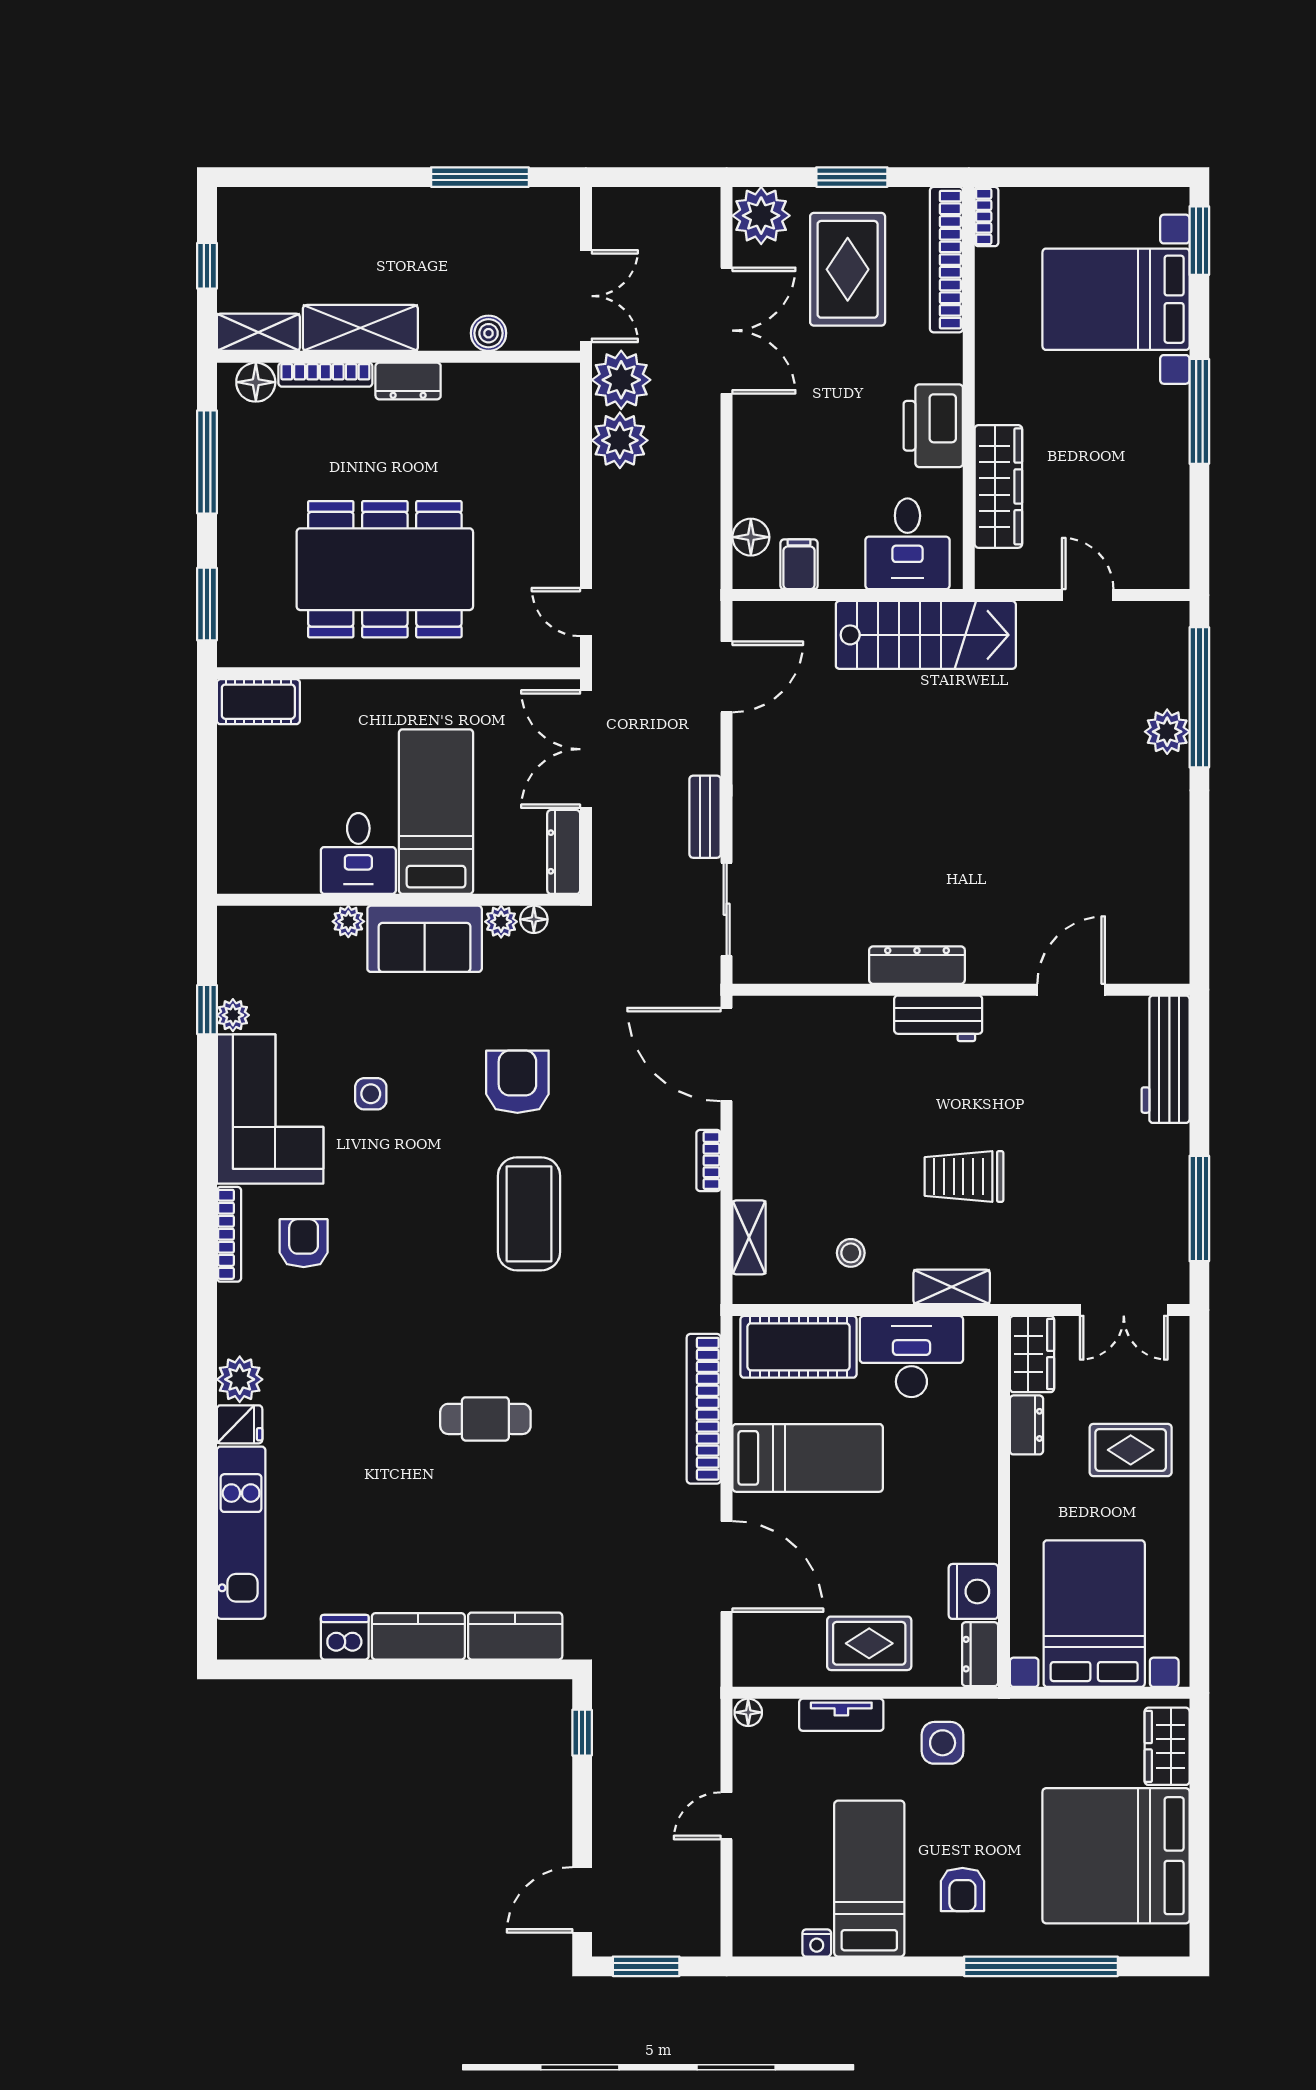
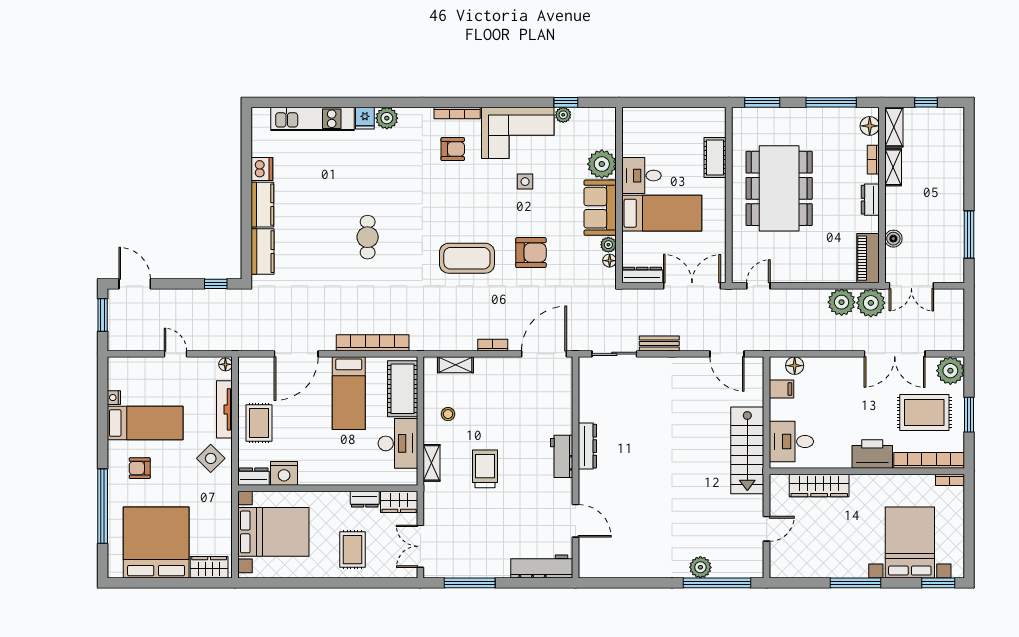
shelving: (360, 328) -> (893, 167), width x0.67, depth x0.75
bookcase: (325, 375) -> (873, 160), width x0.64
piano: (529, 386) -> (868, 258), added
printer: (933, 426) -> (872, 454), moved
cot: (258, 702) -> (715, 158), moved
plant: (348, 921) -> (602, 164), width x1.88, depth x1.88
tv unit: (841, 1715) -> (224, 409), width x1.41
side table: (943, 1743) -> (211, 458), turned 45

